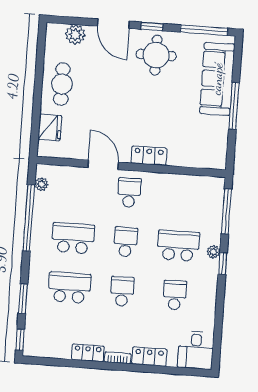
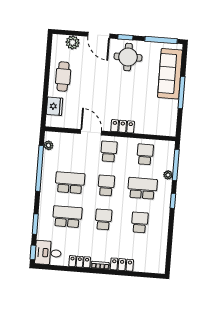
school desk: (182, 196) -> (145, 154), added
plant: (213, 252) -> (168, 175), moved
desk: (196, 350) -> (48, 253), moved, turned 90

